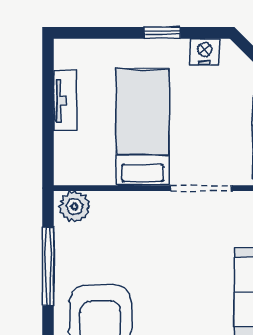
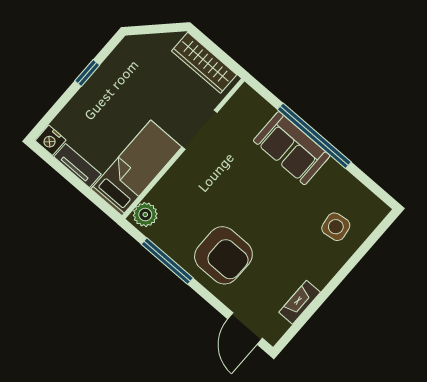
nightstand: (205, 52) -> (51, 140), moved, turned -90
bed: (143, 127) -> (136, 168), moved, turned 90

